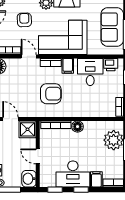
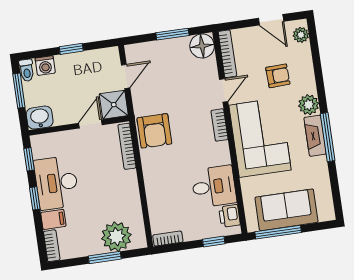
filing cabinet: (68, 66) -> (218, 151), removed
armchair: (51, 94) -> (154, 131), moved
floor lamp: (78, 127) -> (129, 179), removed
door: (38, 156) -> (90, 124), moved

